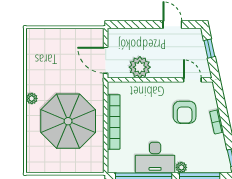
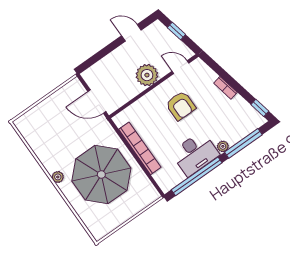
plant: (140, 67) -> (147, 75), moved
armchair: (185, 112) -> (181, 106), moved

